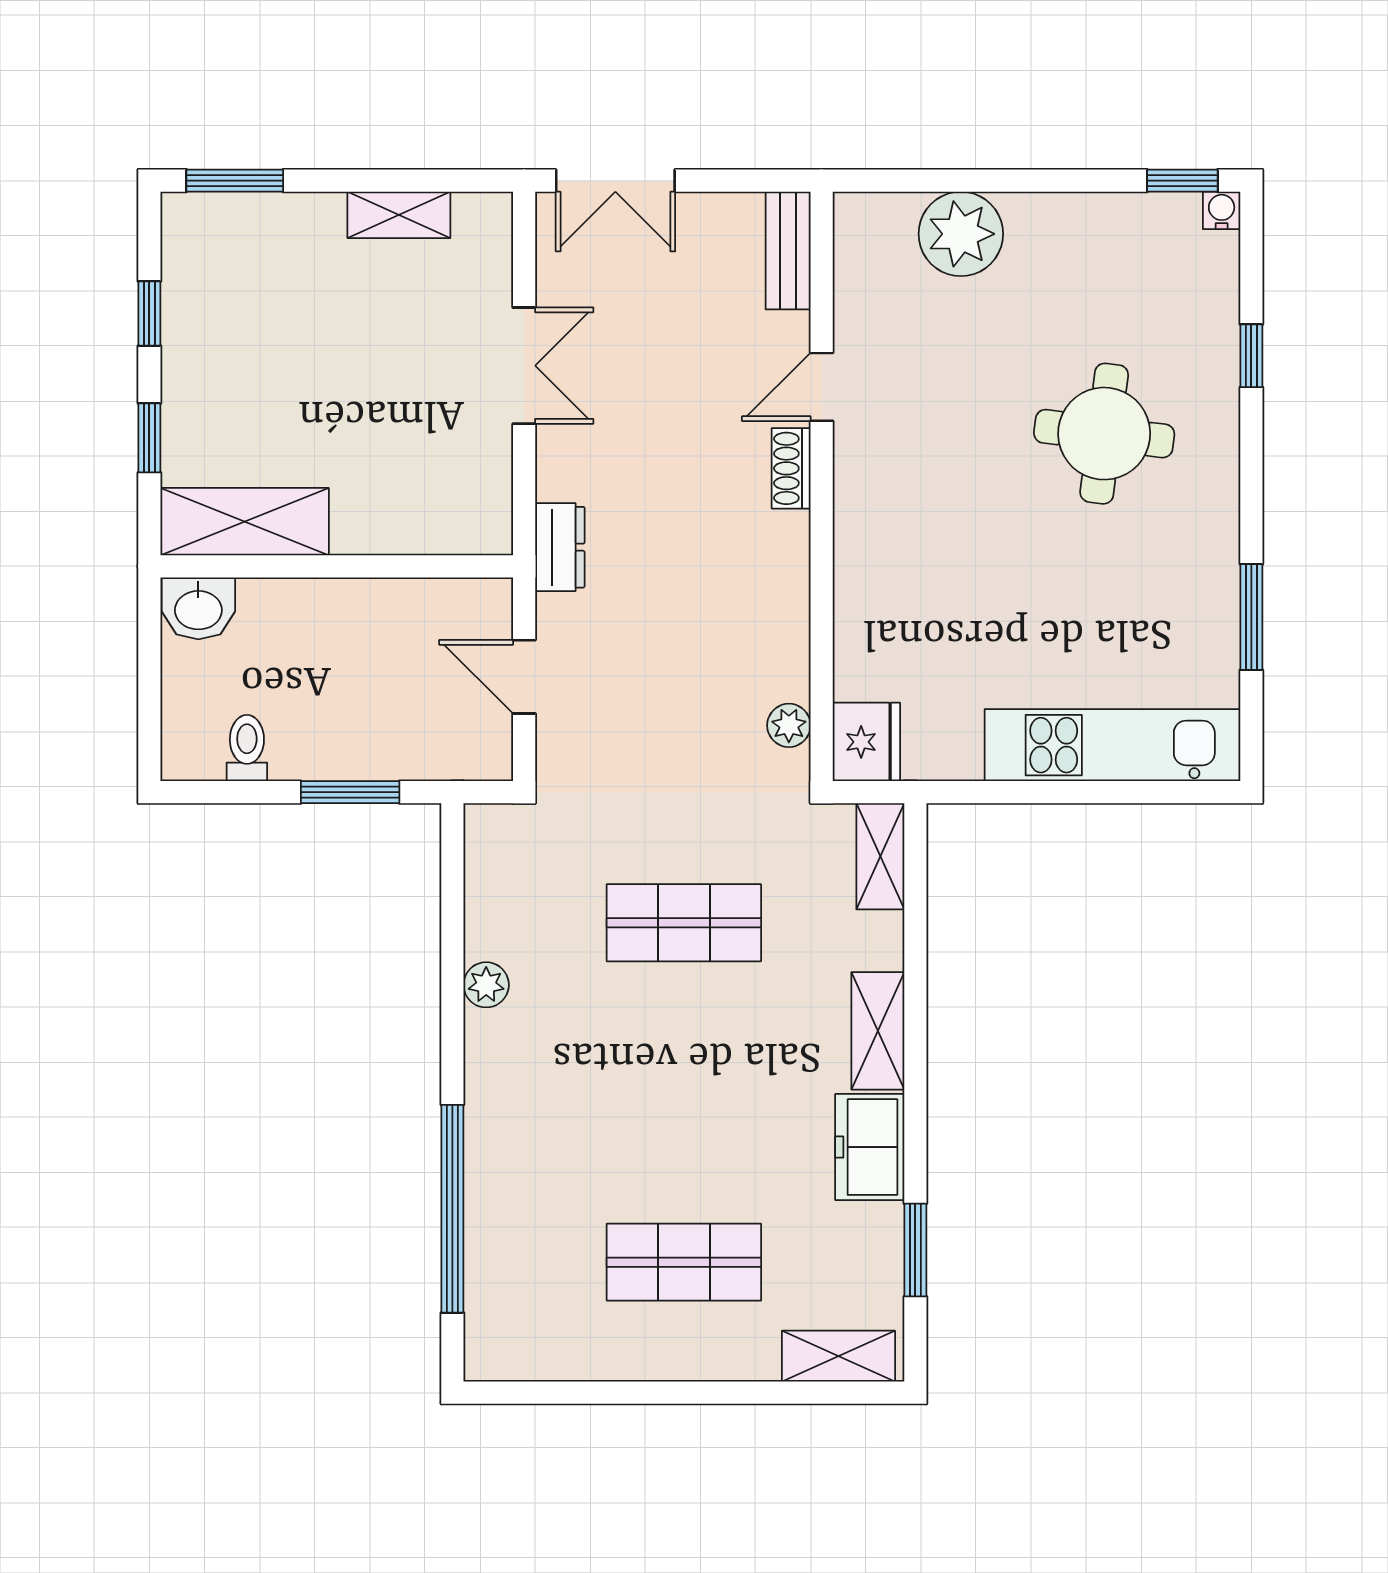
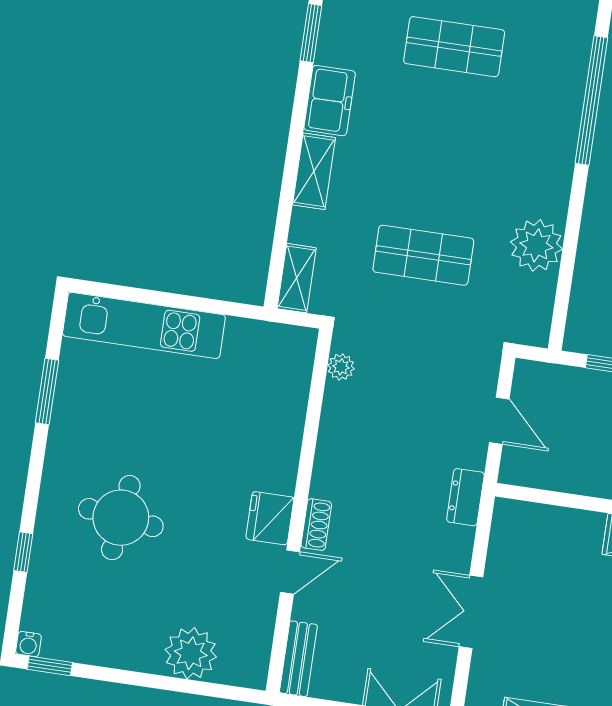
fridge: (866, 742) -> (270, 518), moved
plant: (486, 985) -> (536, 245), width x1.87, depth x1.87

